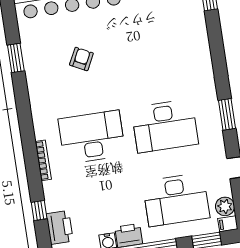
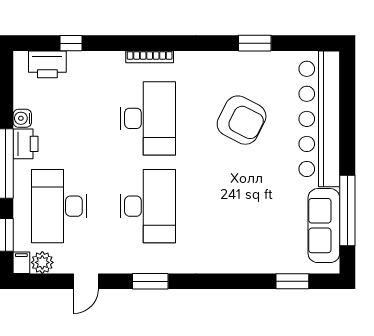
armchair: (81, 59) -> (242, 120), width x1.88, depth x1.88
desk: (165, 126) -> (148, 206), turned 180
bookcase: (43, 160) -> (150, 57), moved

